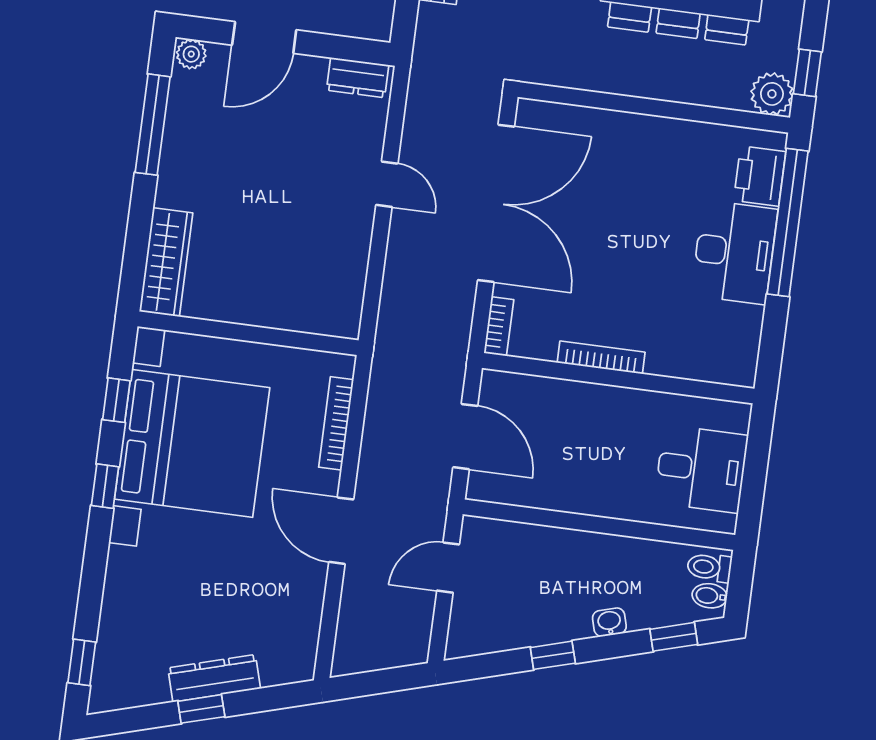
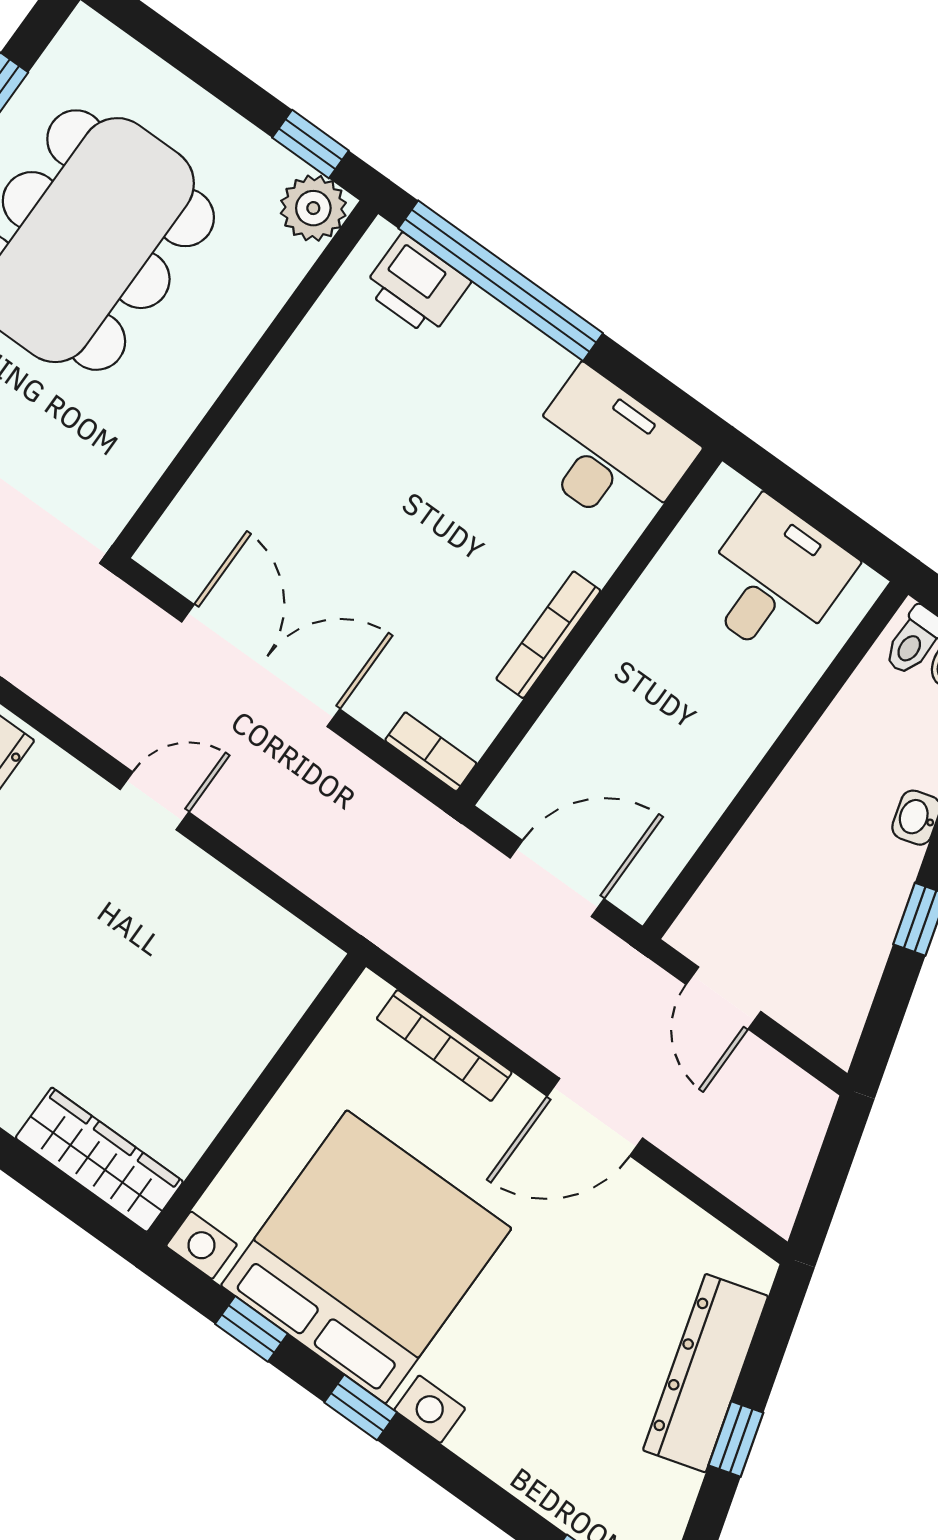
double door: (496, 203) -> (261, 666), width x0.73
desk: (734, 252) -> (609, 452), moved
dresser: (214, 678) -> (706, 1373), width x1.37, depth x1.24

